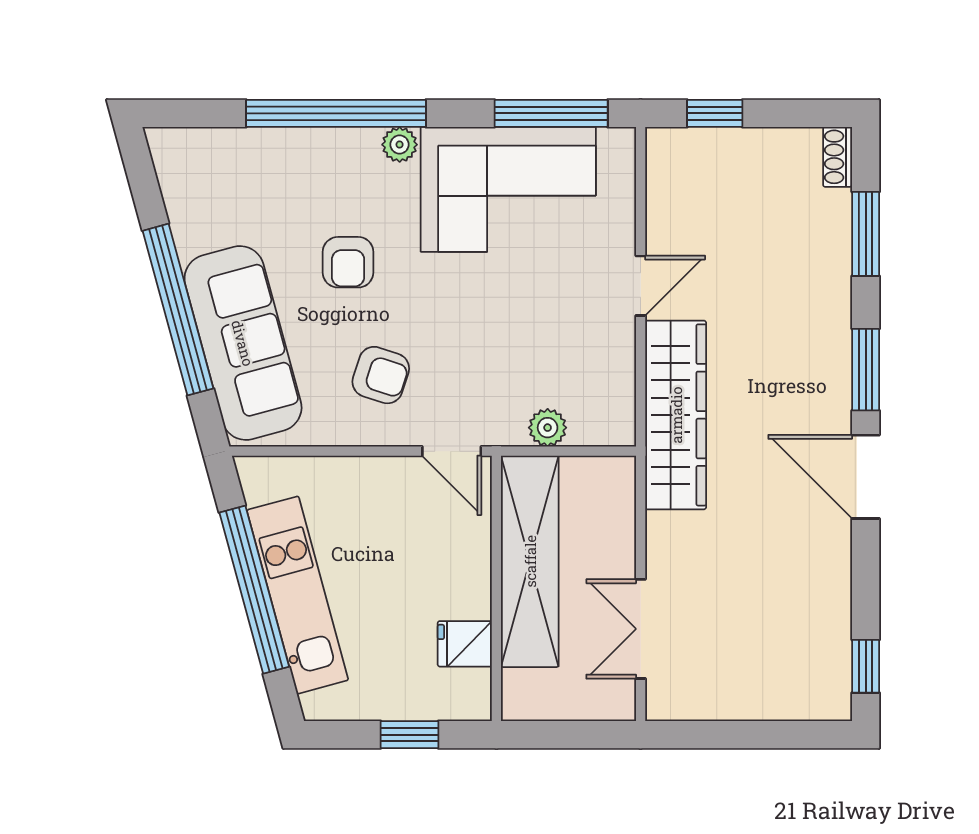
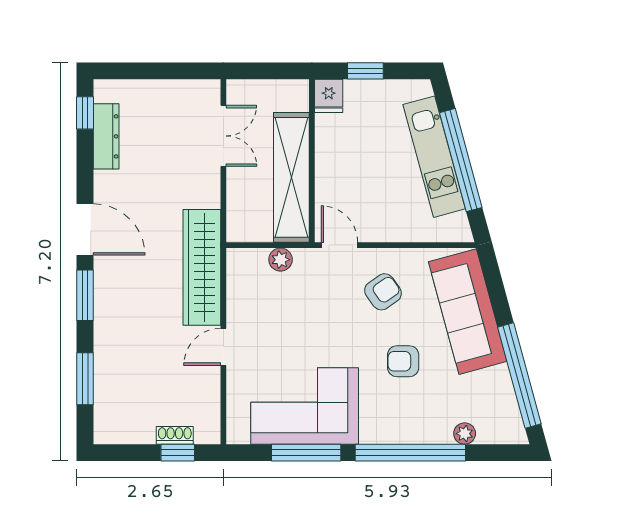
window: (551, 113) -> (306, 453), moved
plant: (400, 145) -> (465, 434), moved
shoe rack: (838, 157) -> (175, 435), moved, turned -90
armchair: (348, 262) -> (403, 361), turned -90
window: (178, 310) -> (519, 376), moved
armchair: (381, 375) -> (383, 292), turned 127
dresser: (831, 628) -> (106, 136), added
fridge: (465, 644) -> (329, 96), moved, turned 90

